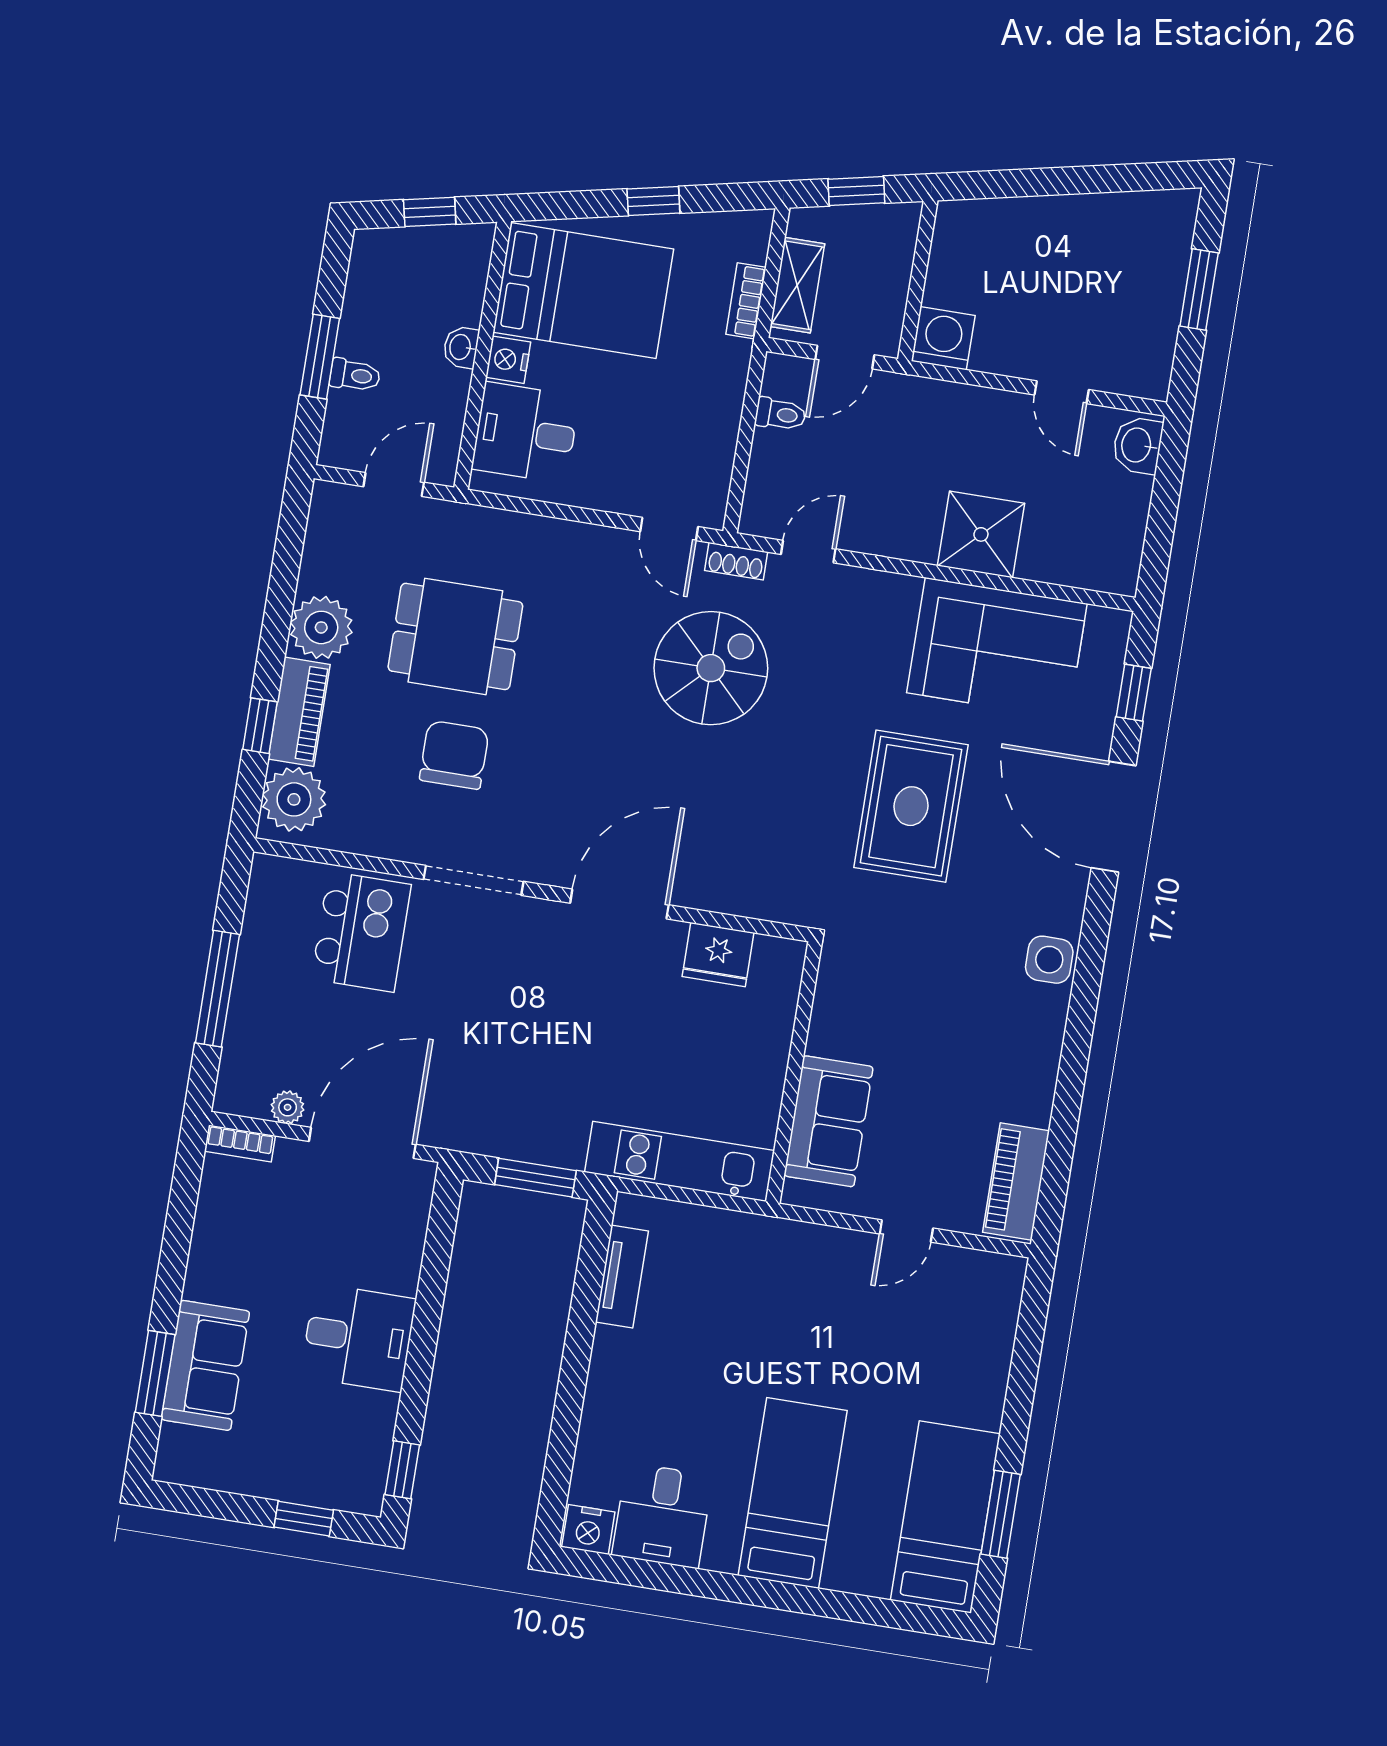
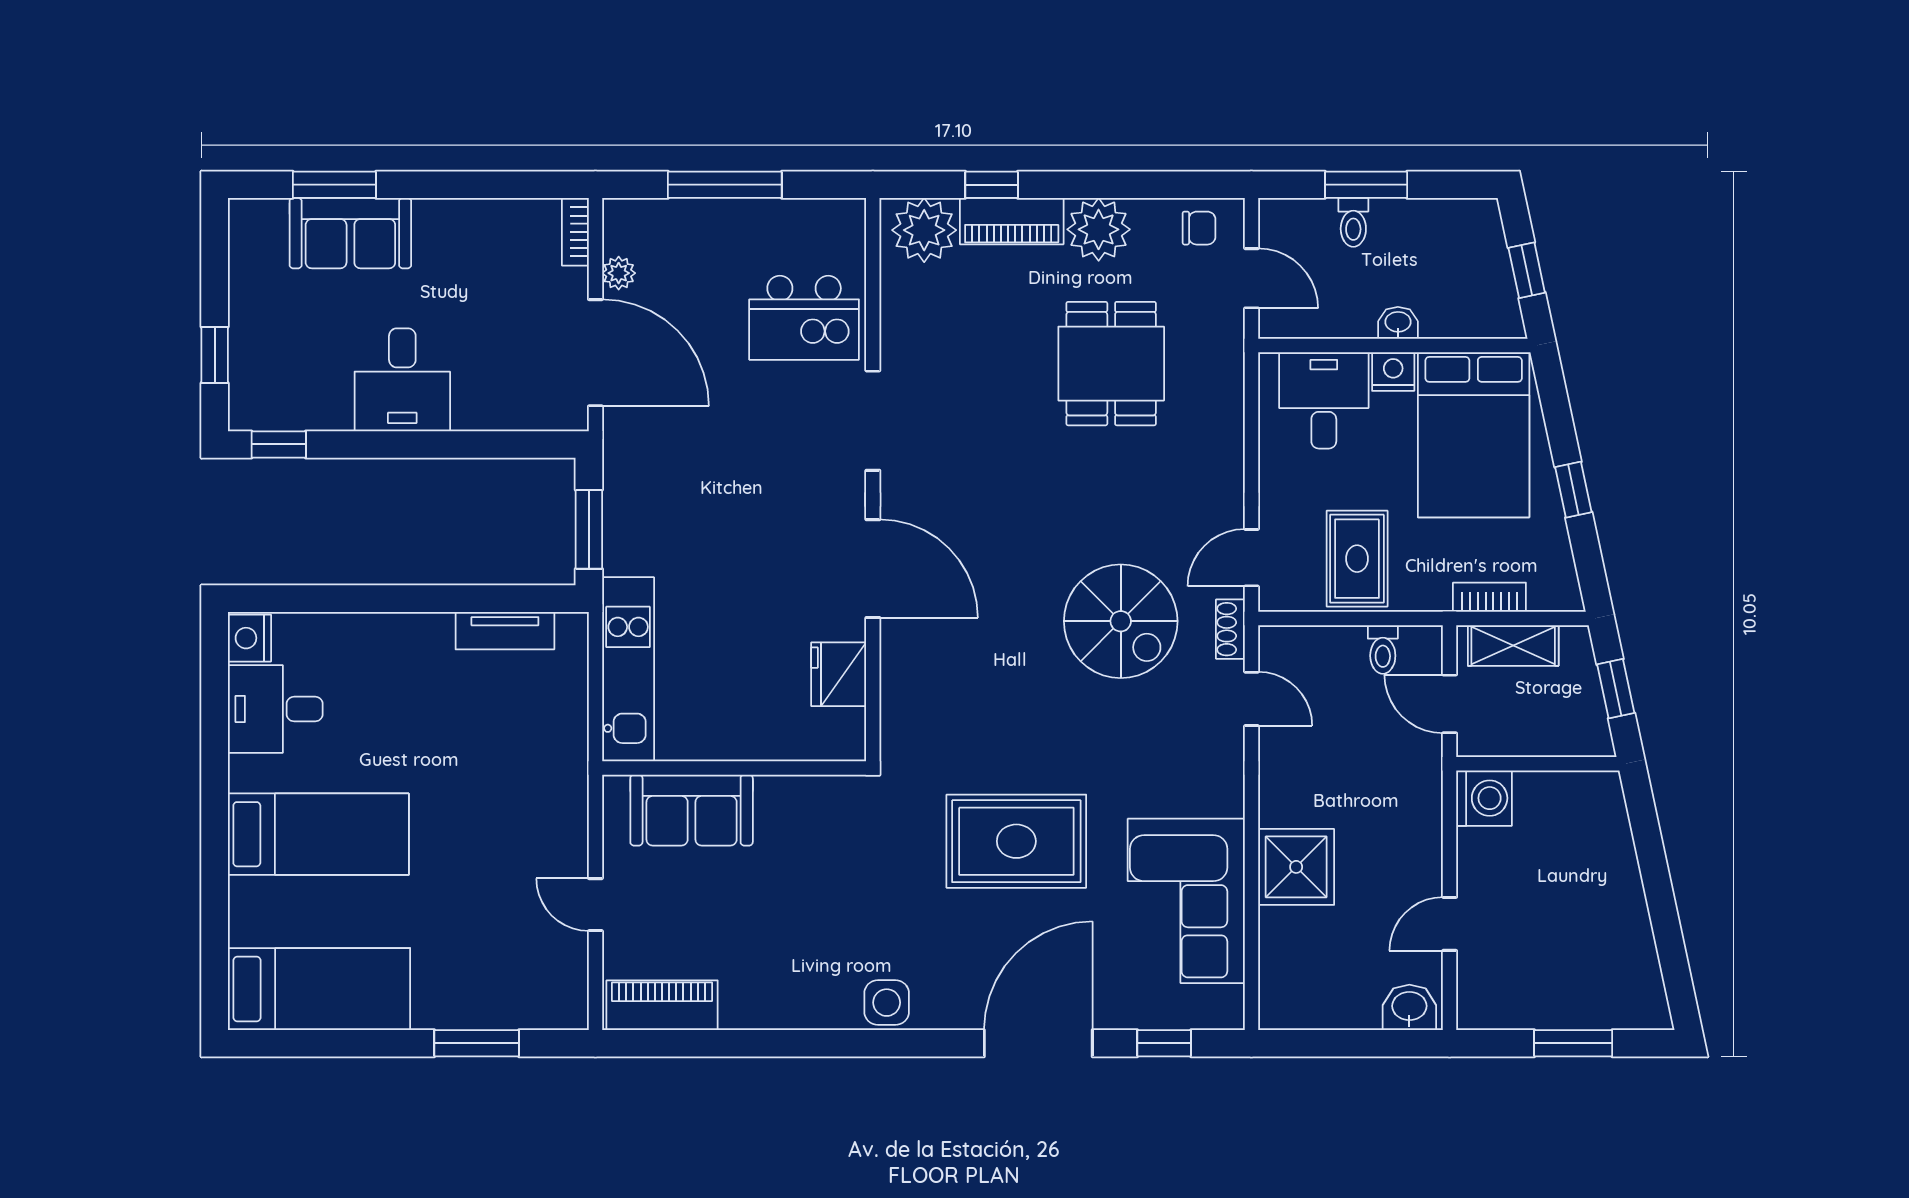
rug: (687, 425) -> (1357, 559), added
chair: (454, 755) -> (1199, 228), moved, width x0.54, depth x0.54
window: (1001, 1514) -> (477, 1043), moved

